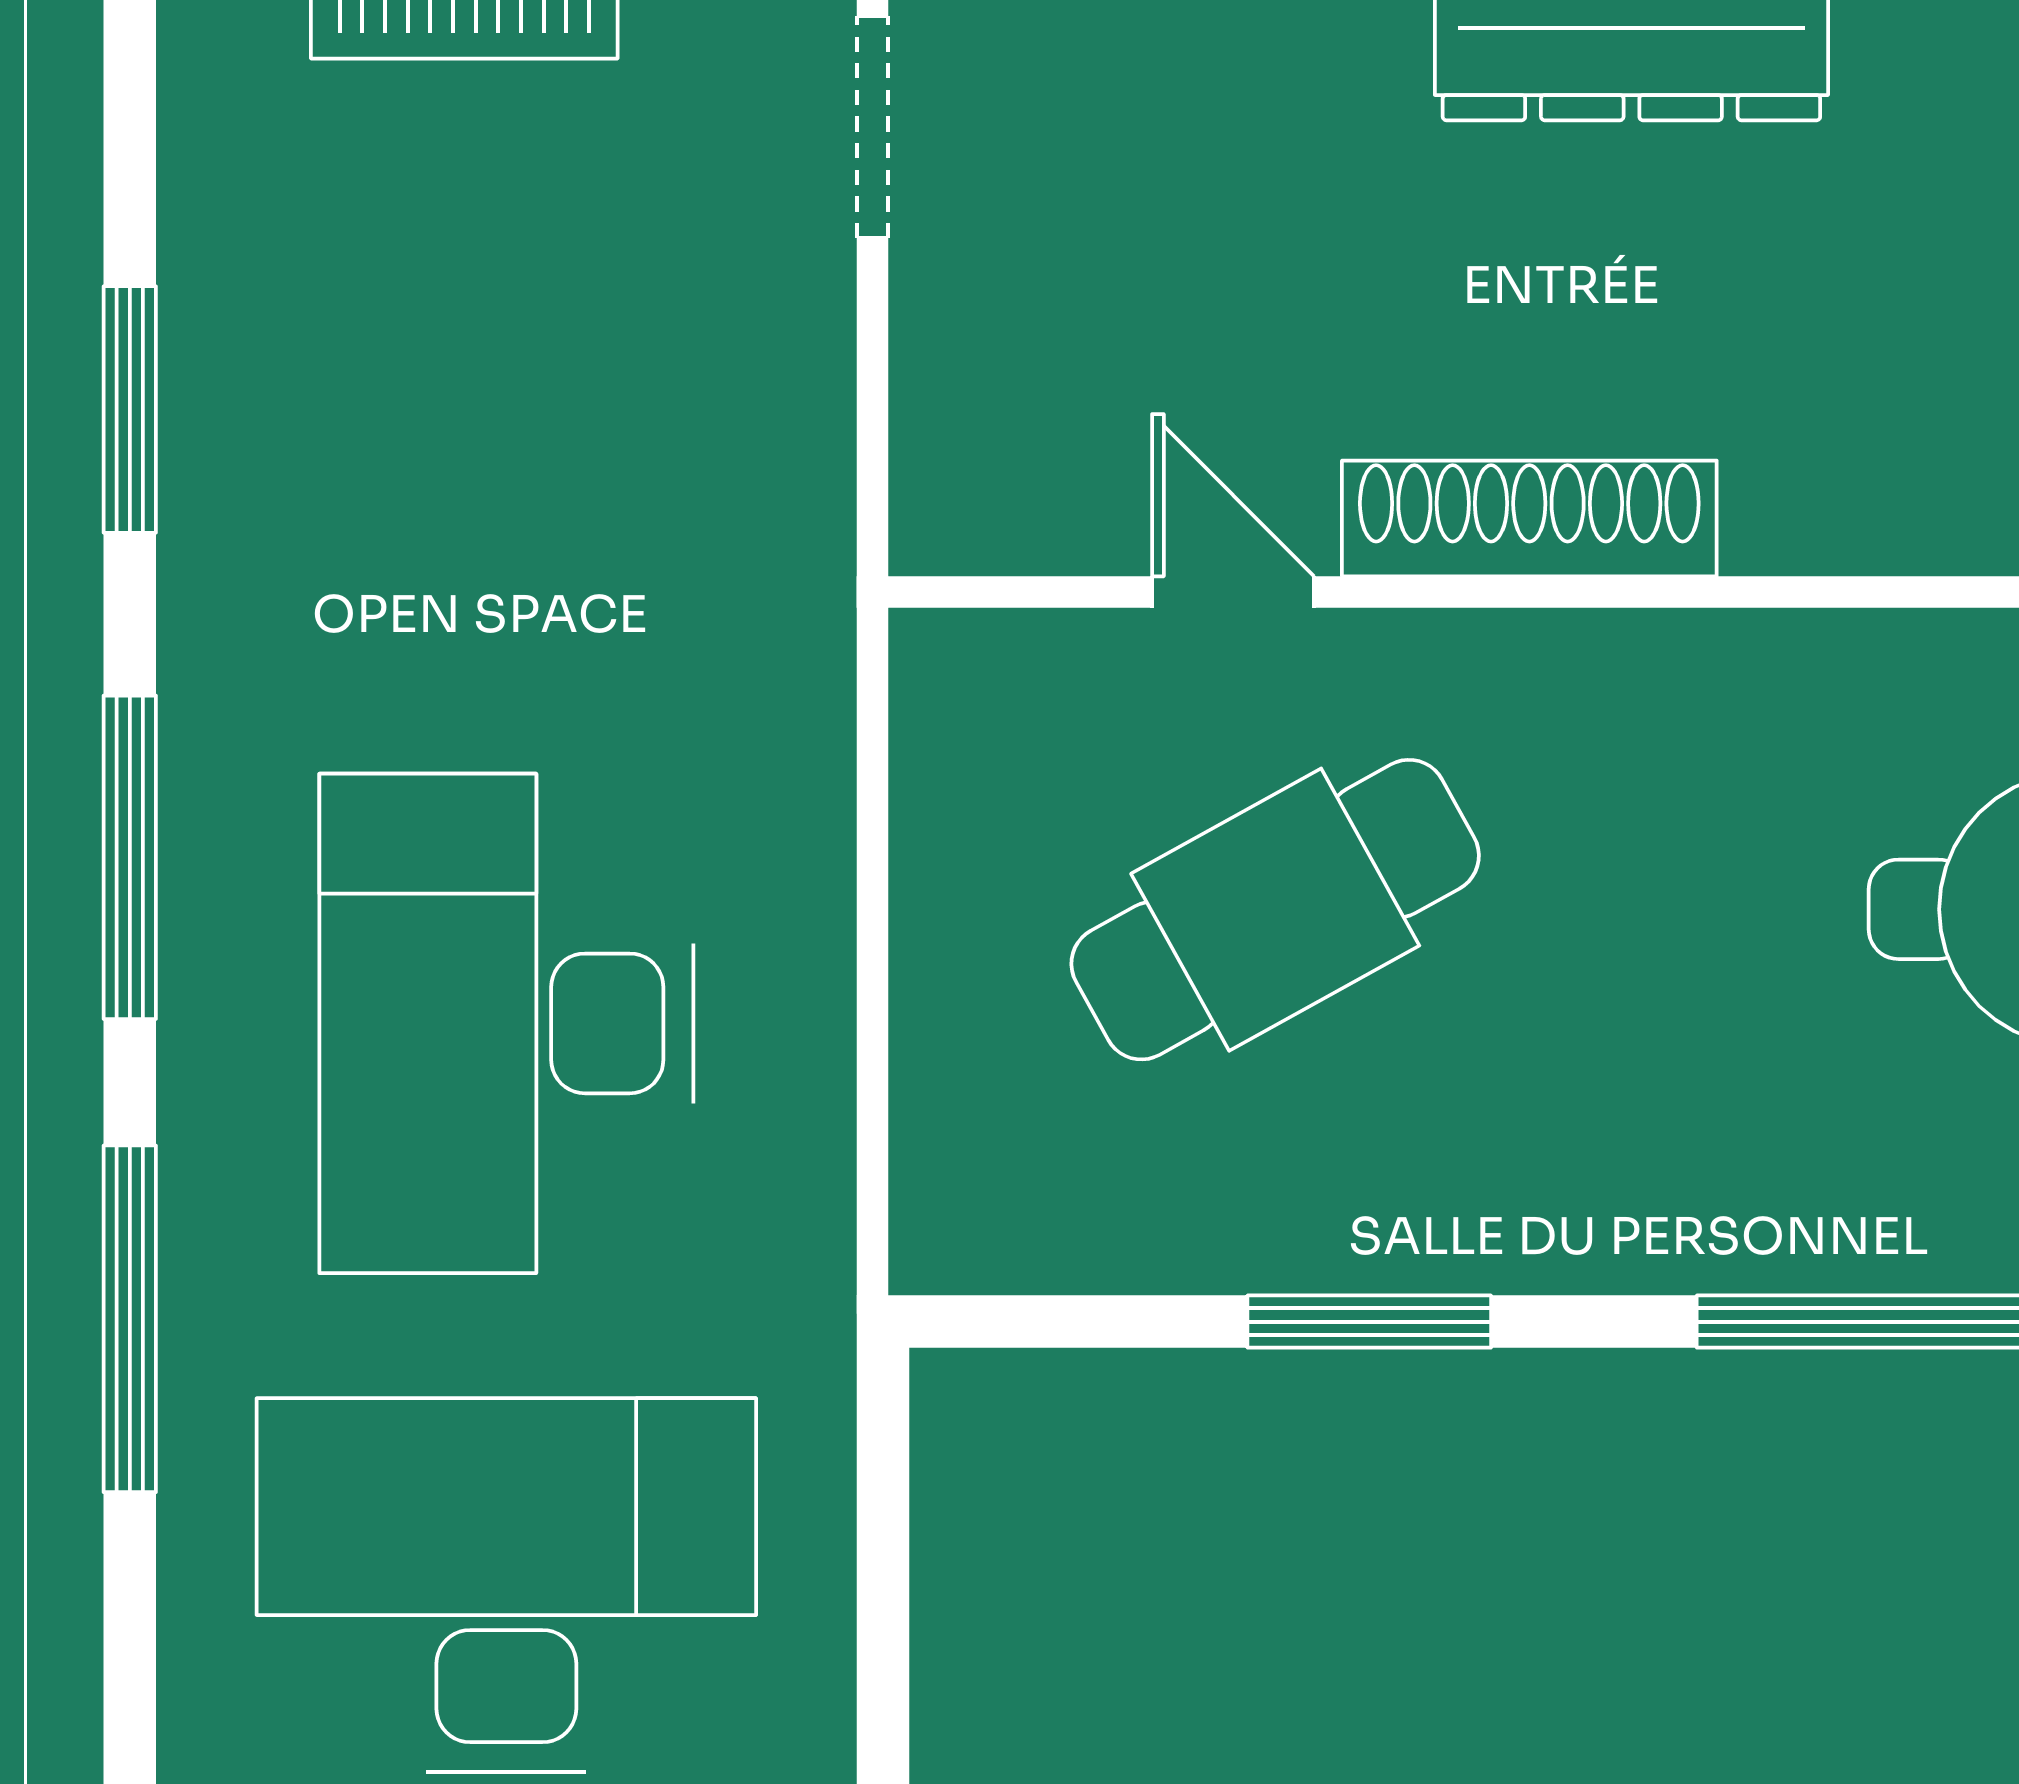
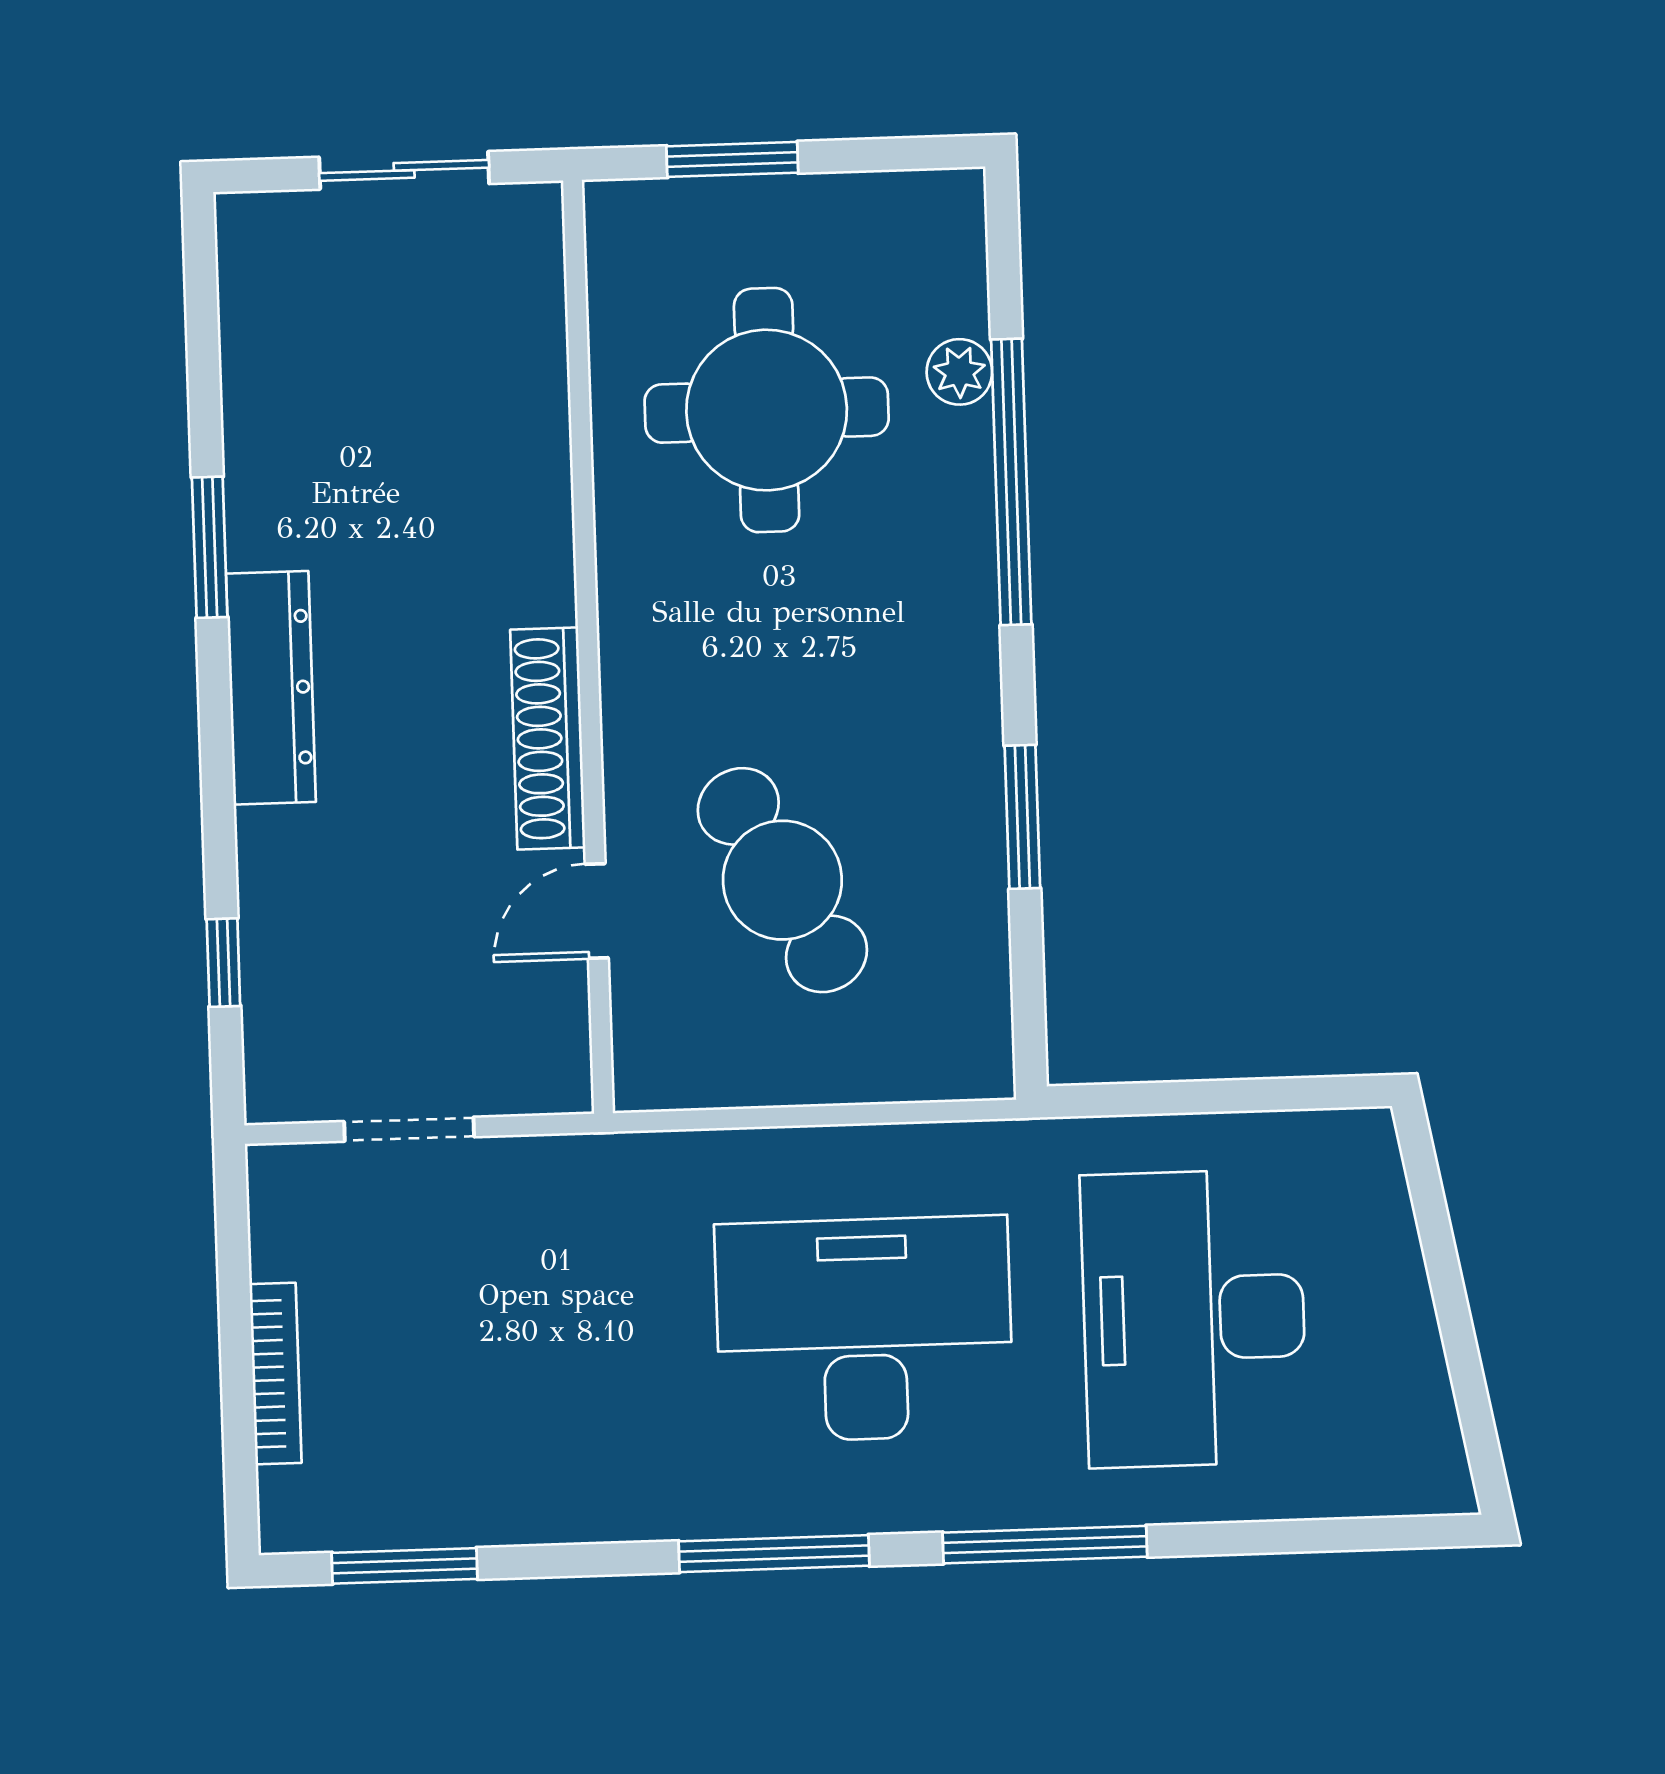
doorway: (872, 127) -> (409, 1129), moved
window: (130, 410) -> (405, 1566), moved
desk: (506, 1023) -> (864, 1329), turned 180

